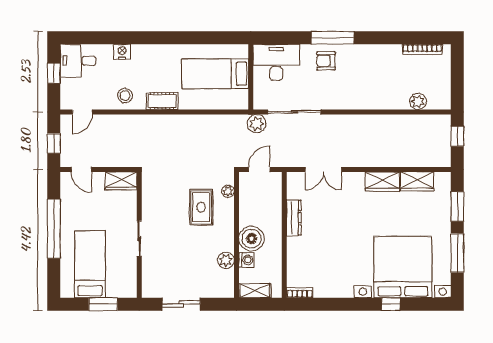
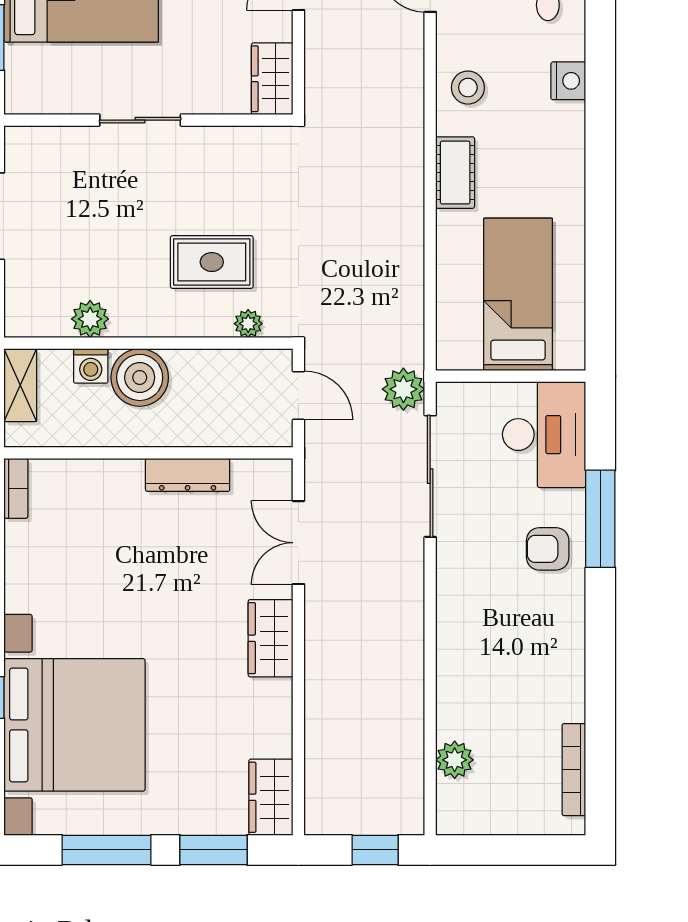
window: (333, 38) -> (600, 519), moved
armchair: (326, 61) -> (548, 549), turned -90
wardrobe: (417, 181) -> (271, 797), moved
wardrobe: (382, 182) -> (271, 638), moved

